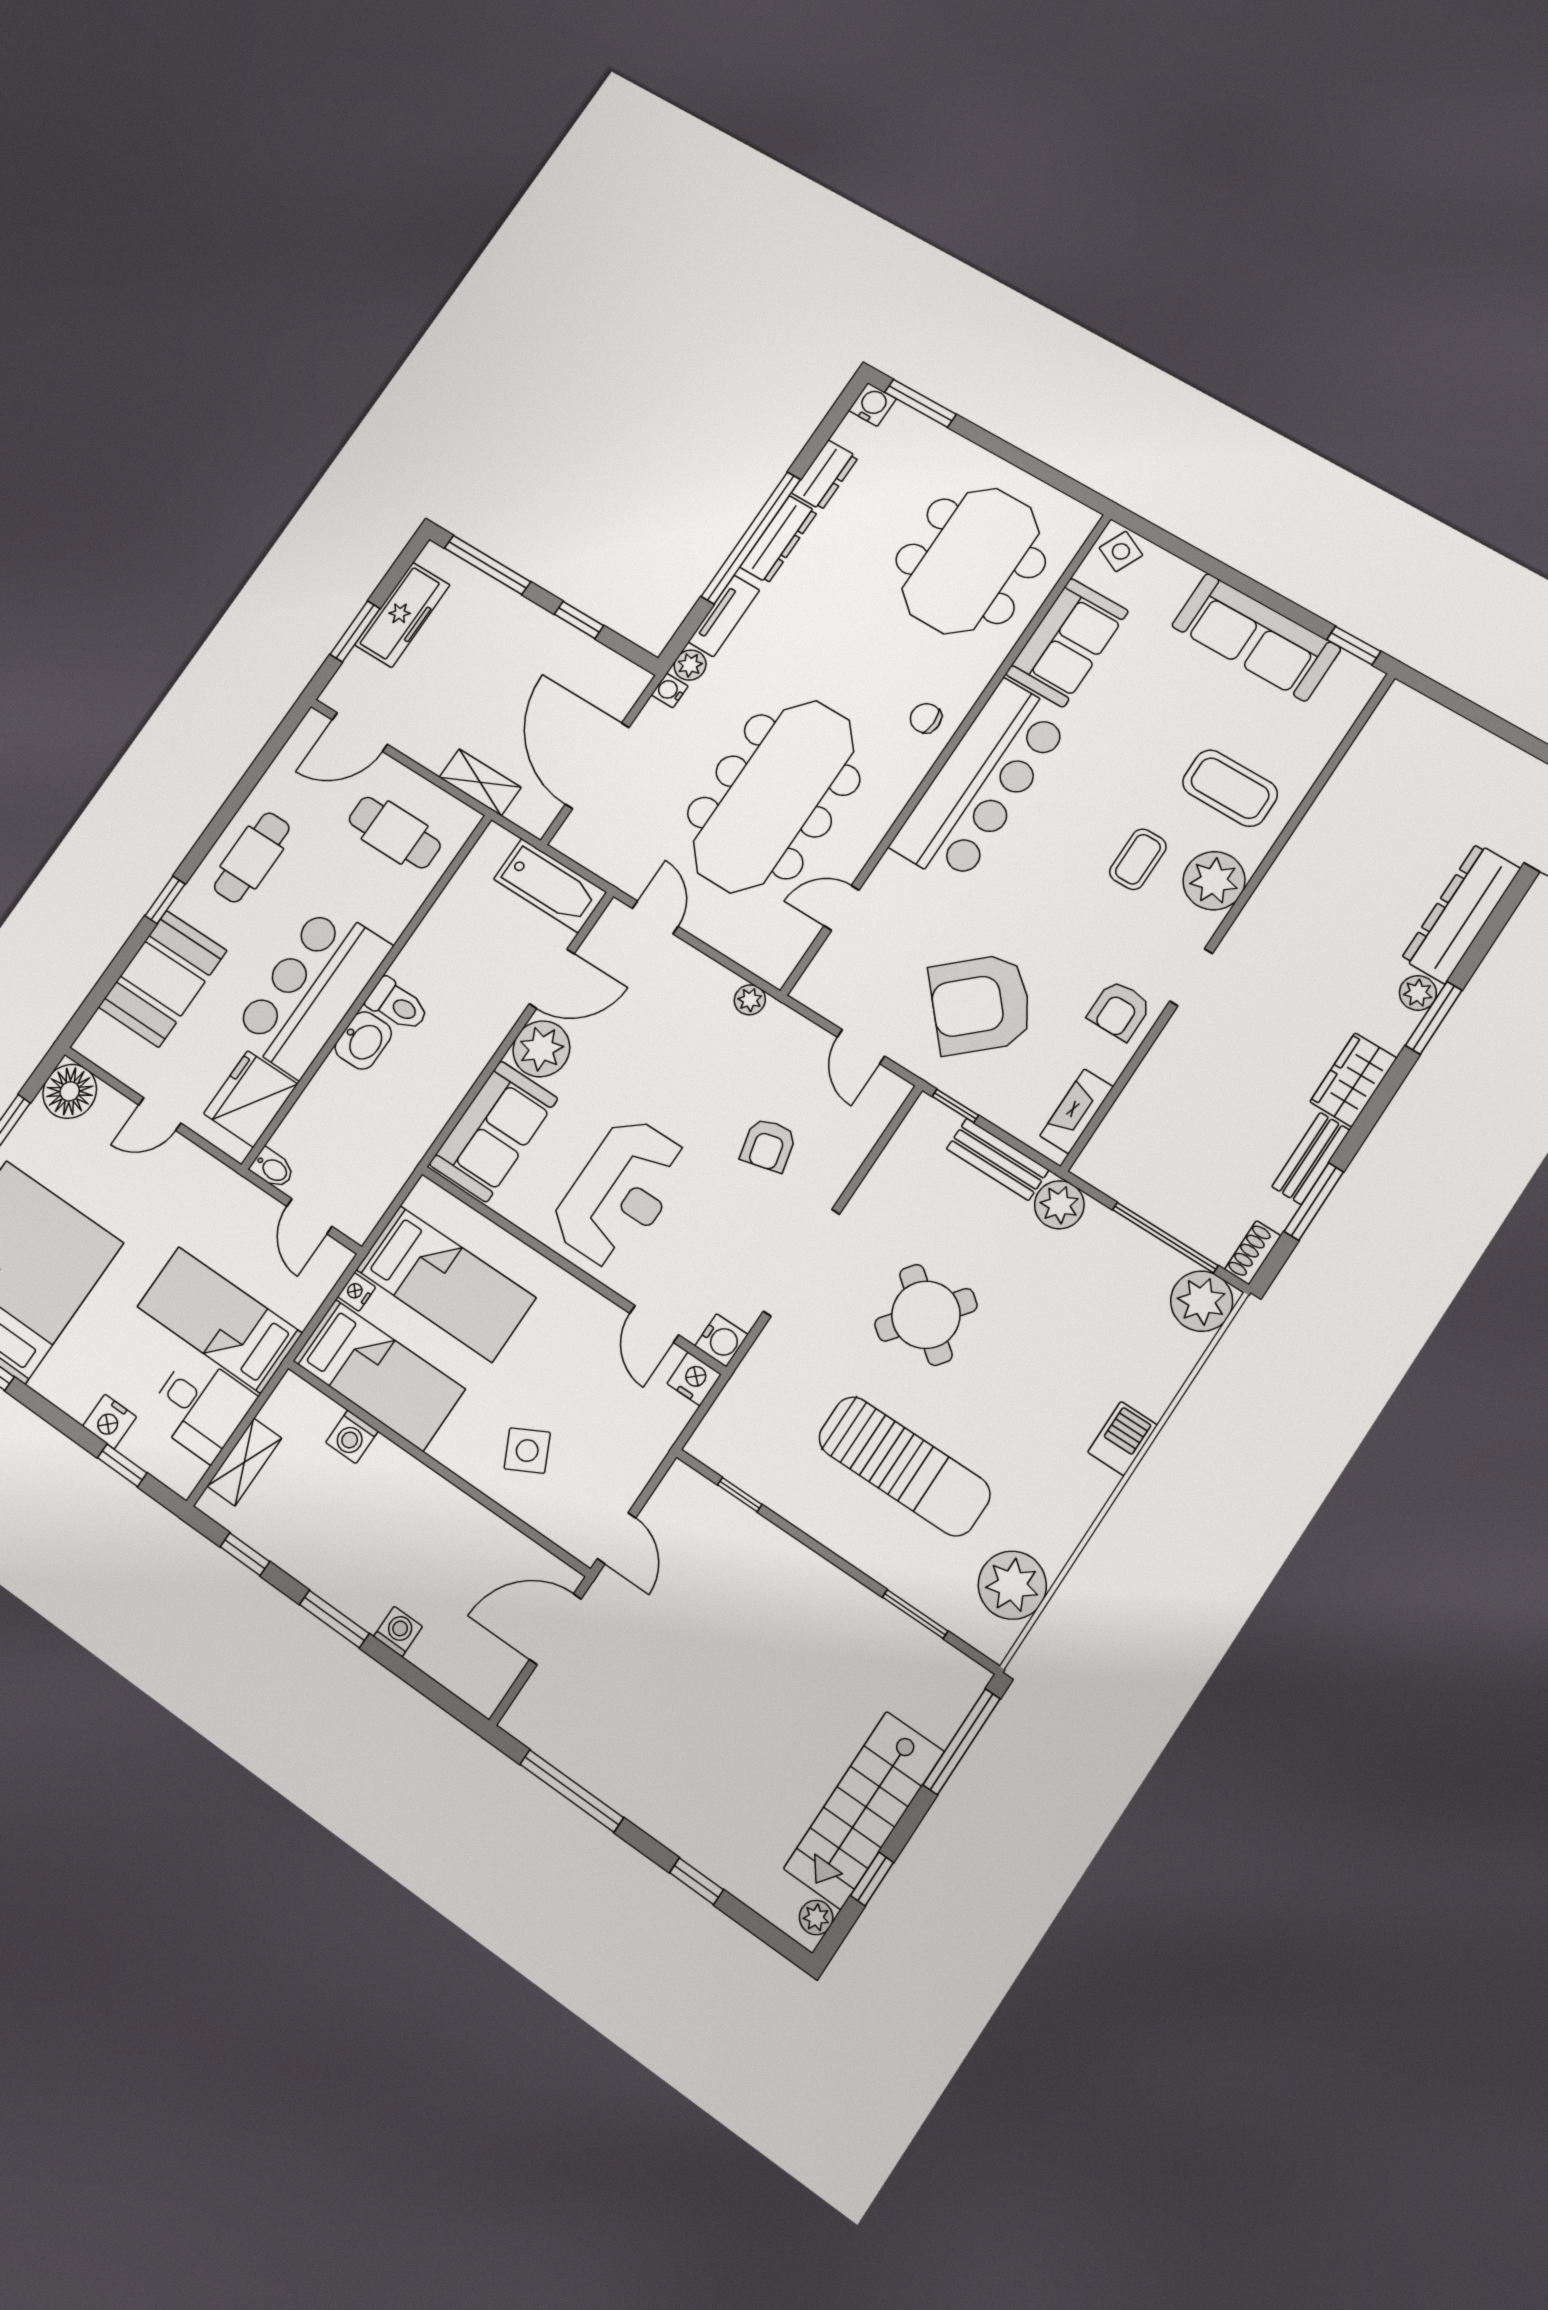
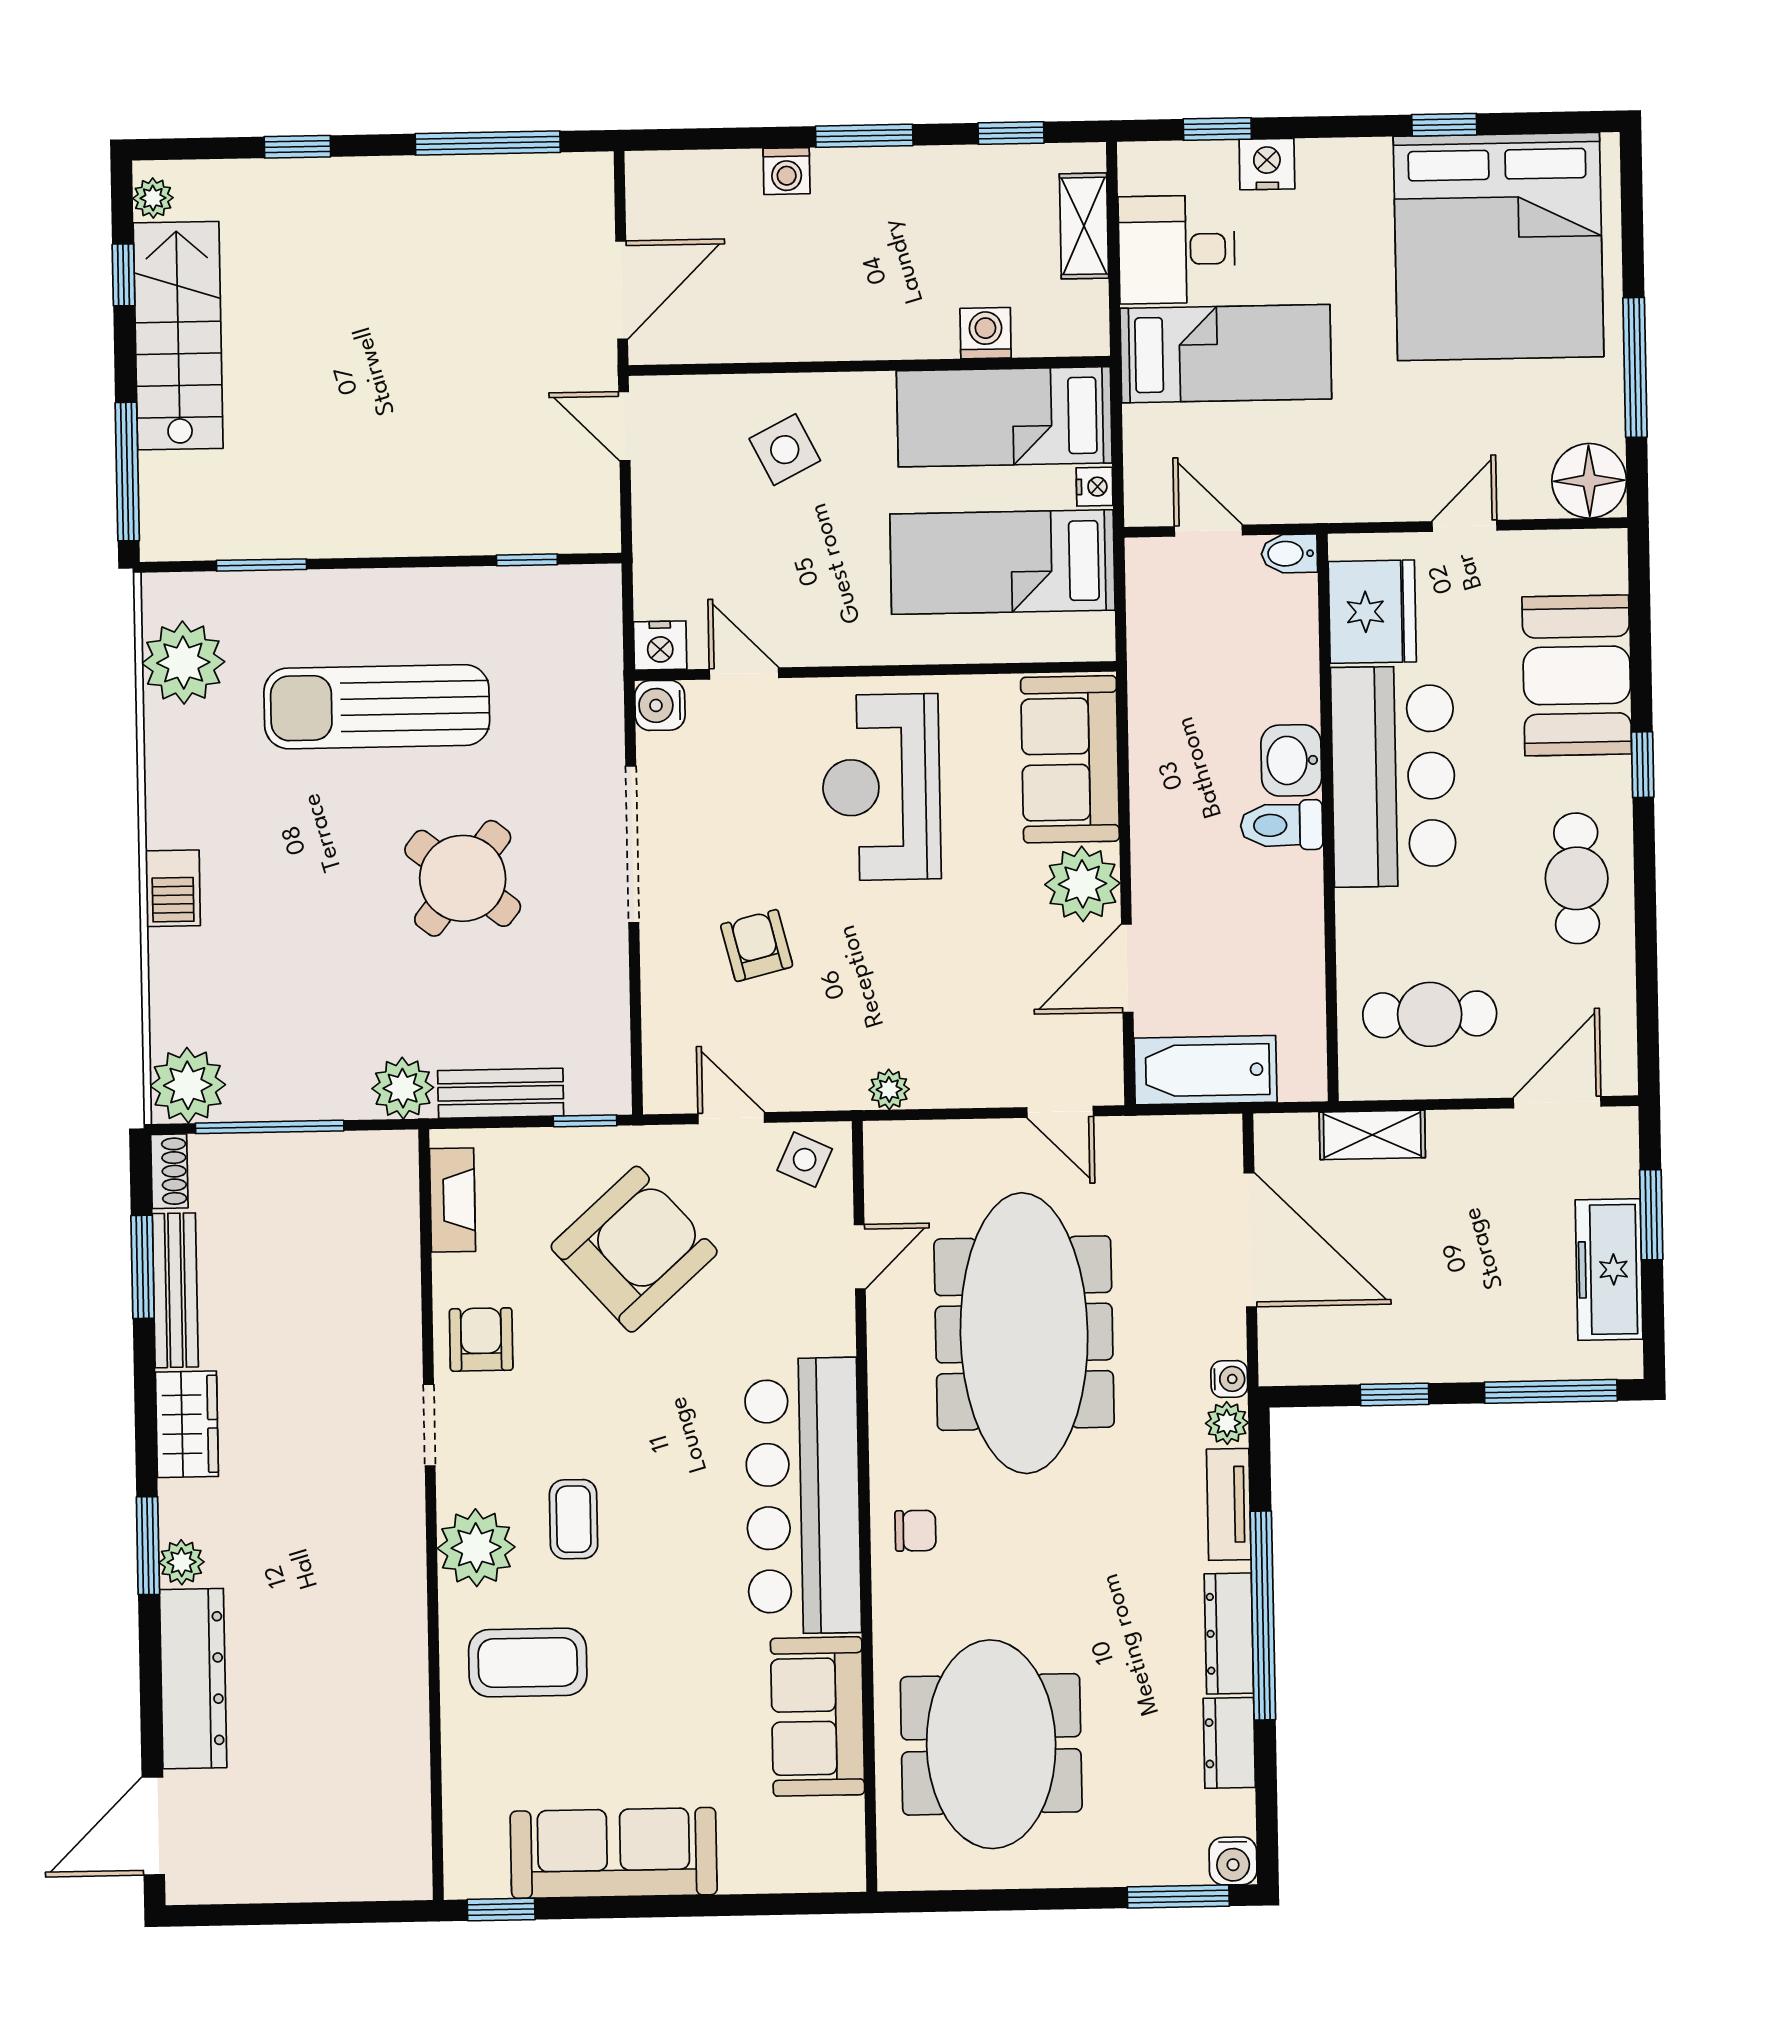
side table: (1121, 551) -> (805, 1160), moved
bench: (1311, 1158) -> (175, 1290), width x1.36

